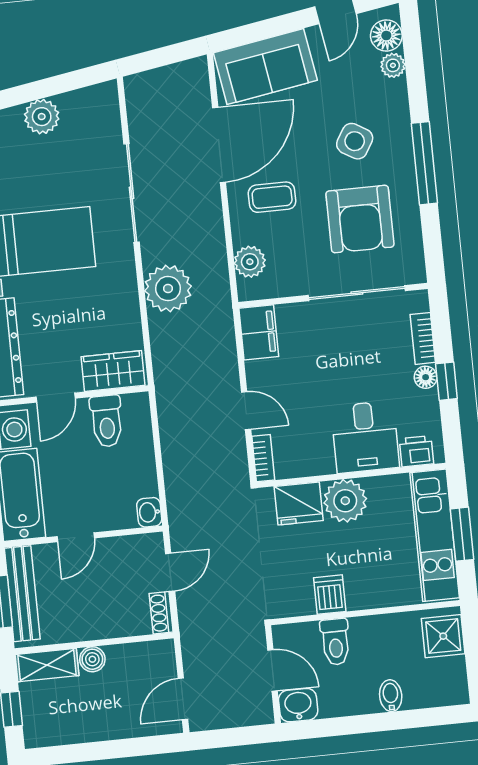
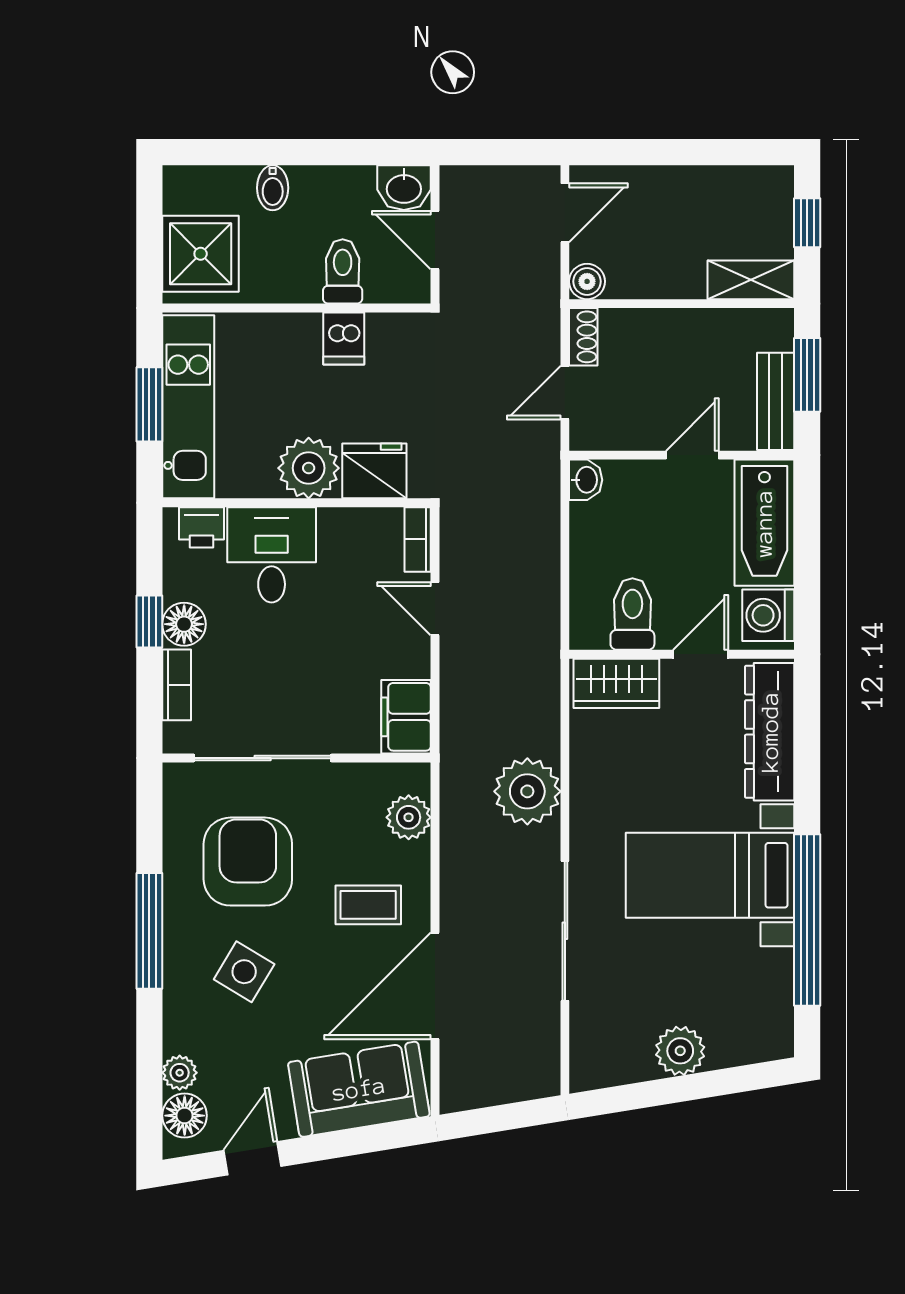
floor lamp: (426, 377) -> (184, 624), width x1.37, depth x1.37
bench: (22, 594) -> (776, 401), width x0.73
shower: (443, 636) -> (201, 254), width x1.36, depth x1.36
boiler: (92, 659) -> (587, 281), moved

